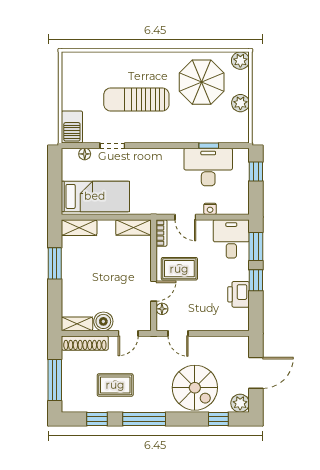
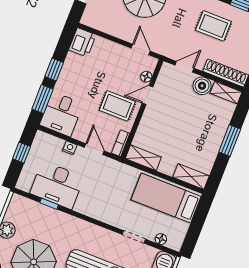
window: (256, 172) -> (22, 153), moved
window: (55, 263) -> (230, 141), moved
printer: (239, 294) -> (82, 42), moved

